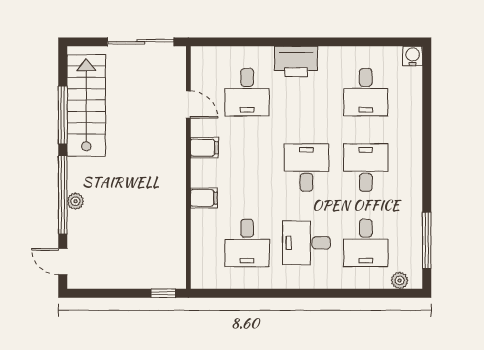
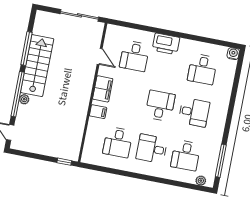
stairs: (86, 106) -> (37, 66), moved
filing cabinet: (204, 148) -> (103, 89), width x2.00
desk: (366, 168) -> (194, 112), turned 90

